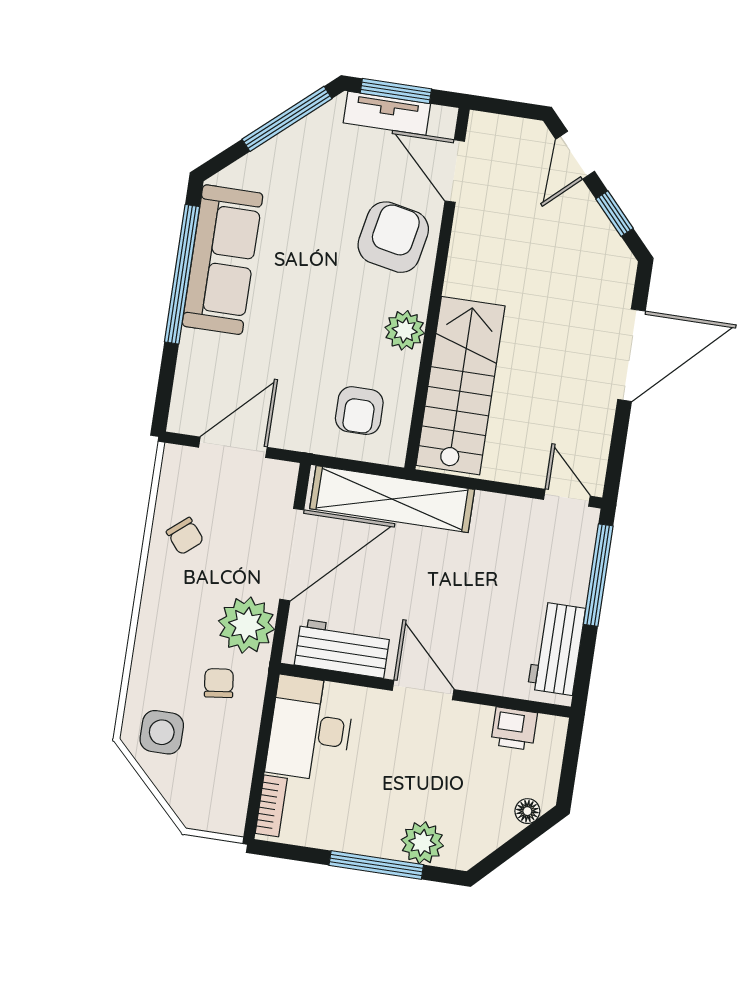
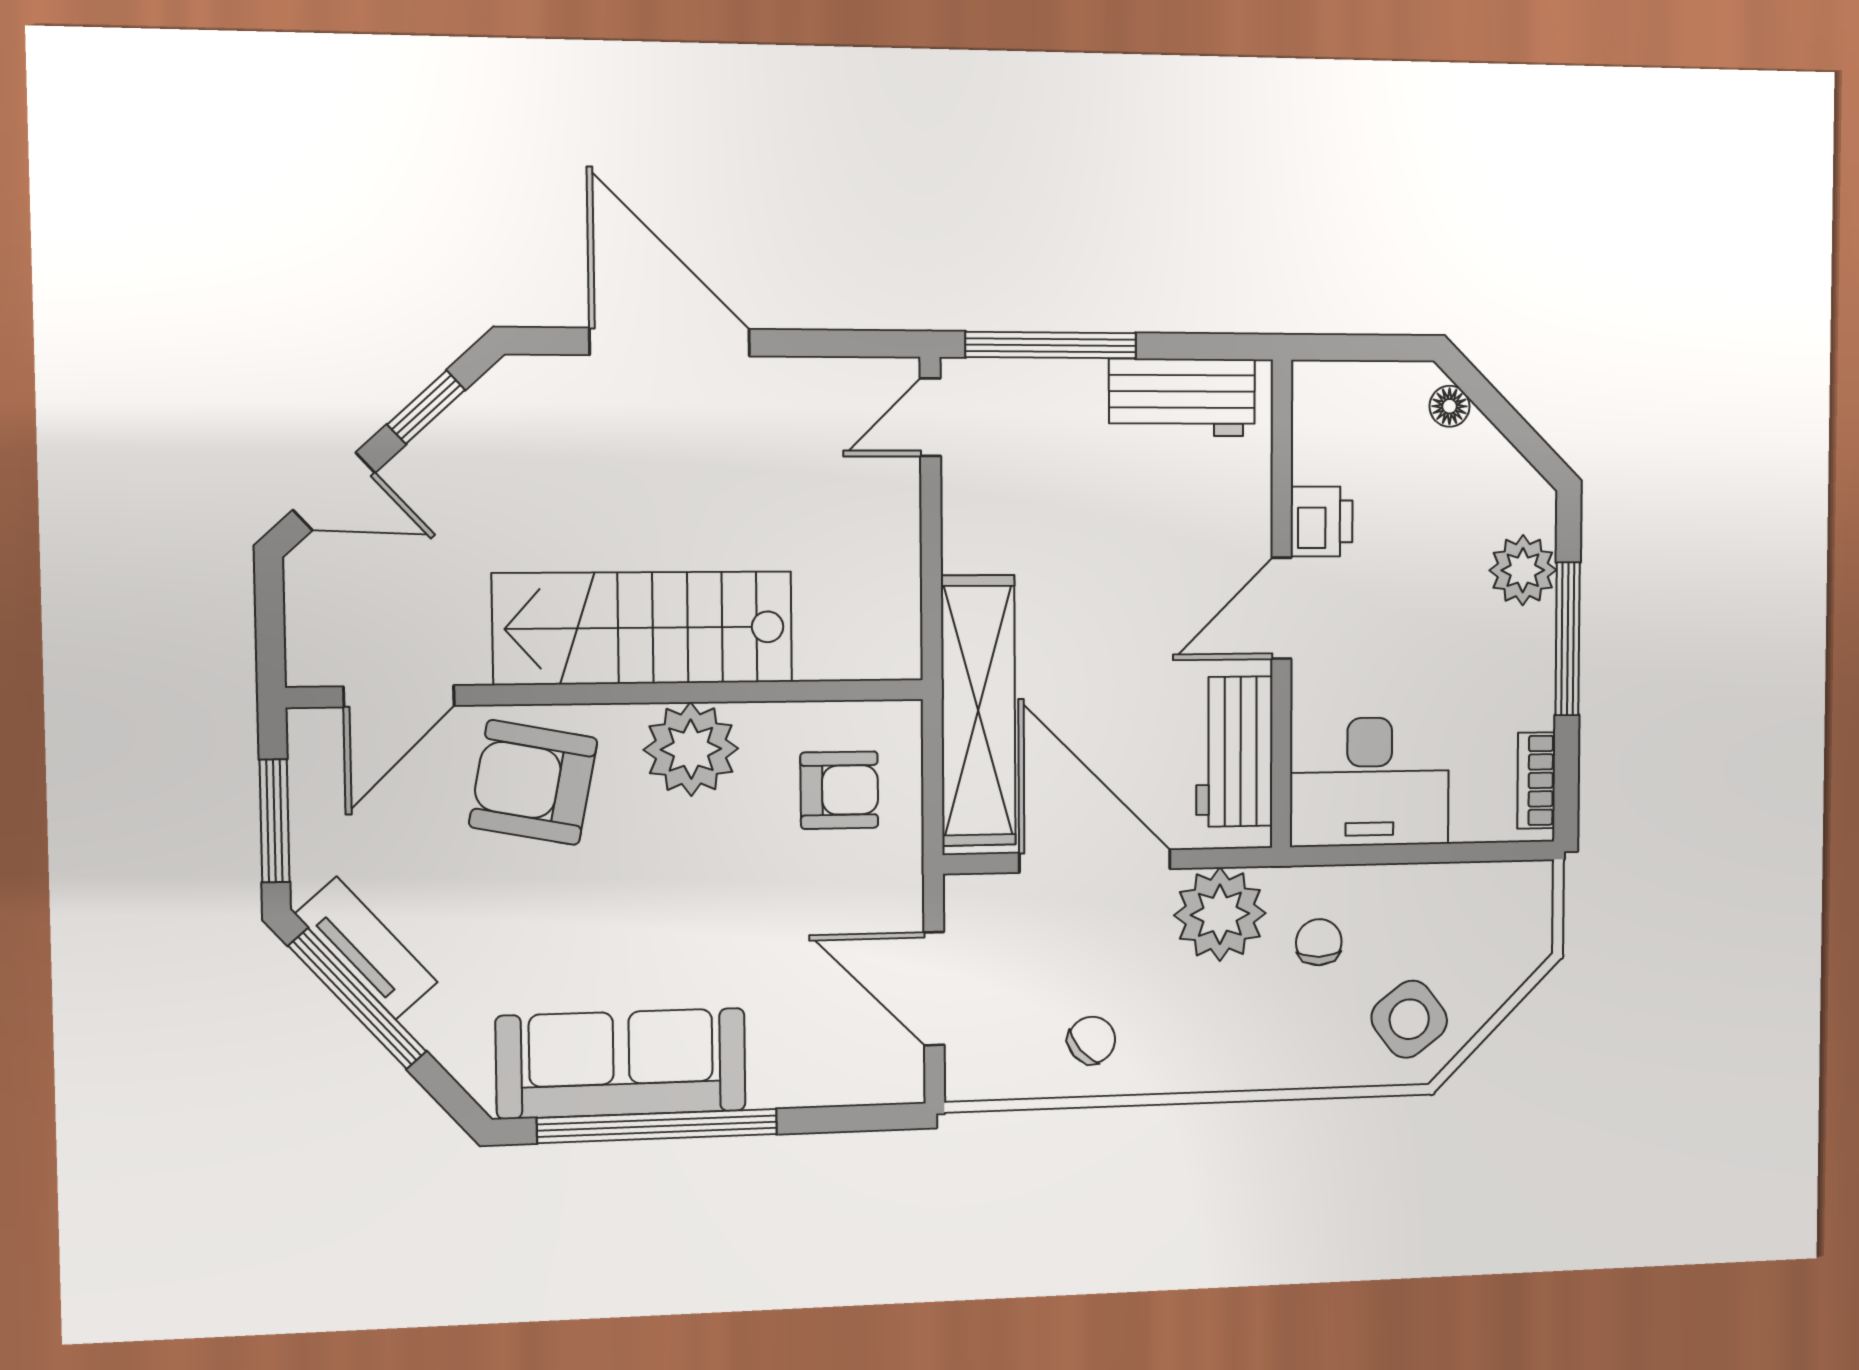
tv unit: (387, 113) -> (366, 948), moved, turned -41
plant: (405, 330) -> (691, 749), width x1.36, depth x1.36
stairs: (461, 386) -> (643, 628), moved
chair: (219, 683) -> (1319, 942), turned 97
printer: (514, 729) -> (1322, 522), moved
side table: (162, 732) -> (1409, 1019), turned -37
bookcase: (271, 806) -> (1536, 780), moved, turned -90

